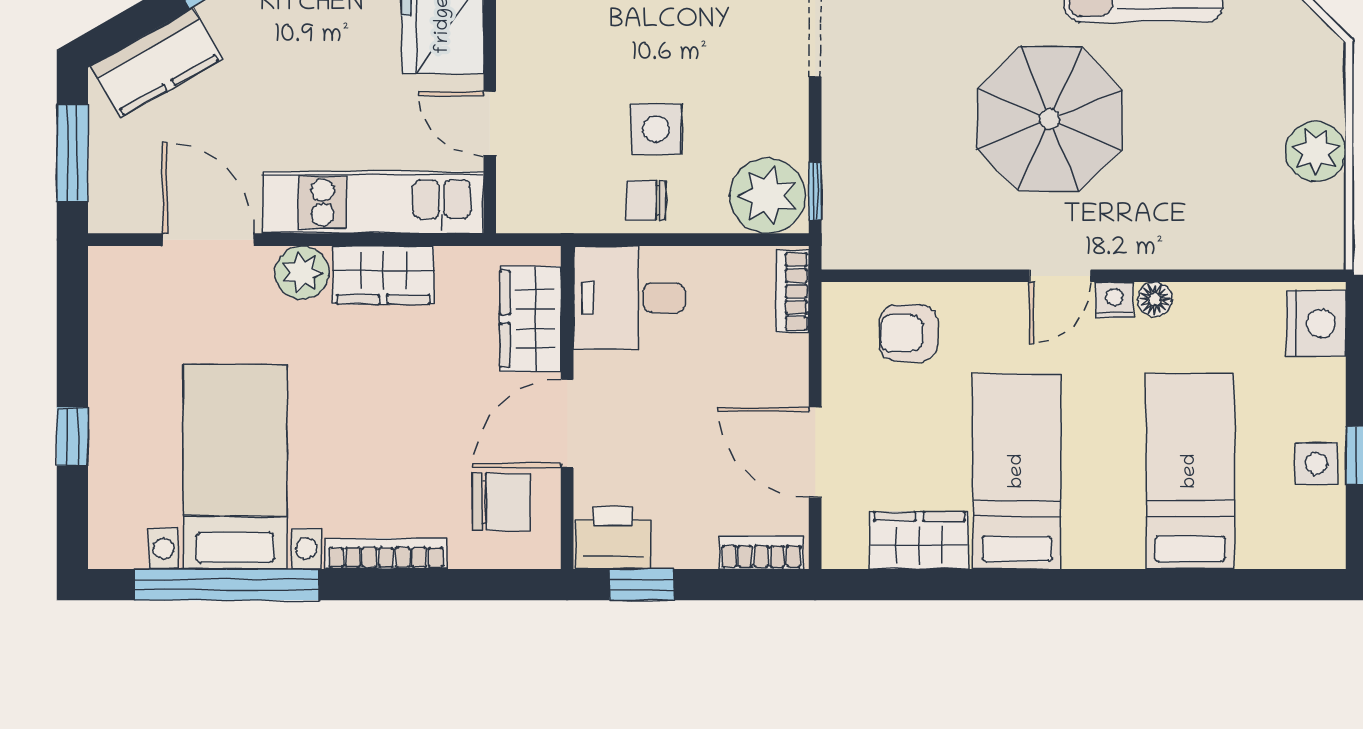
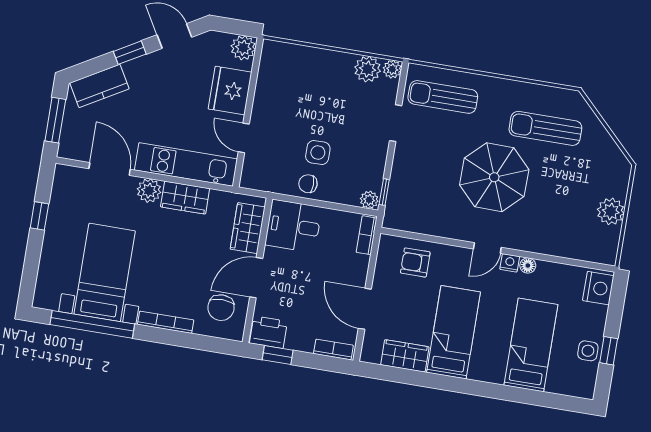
plant: (768, 196) -> (369, 200), width x0.53, depth x0.53
window: (72, 437) -> (39, 216), moved
chair: (501, 502) -> (221, 308), turned 90

